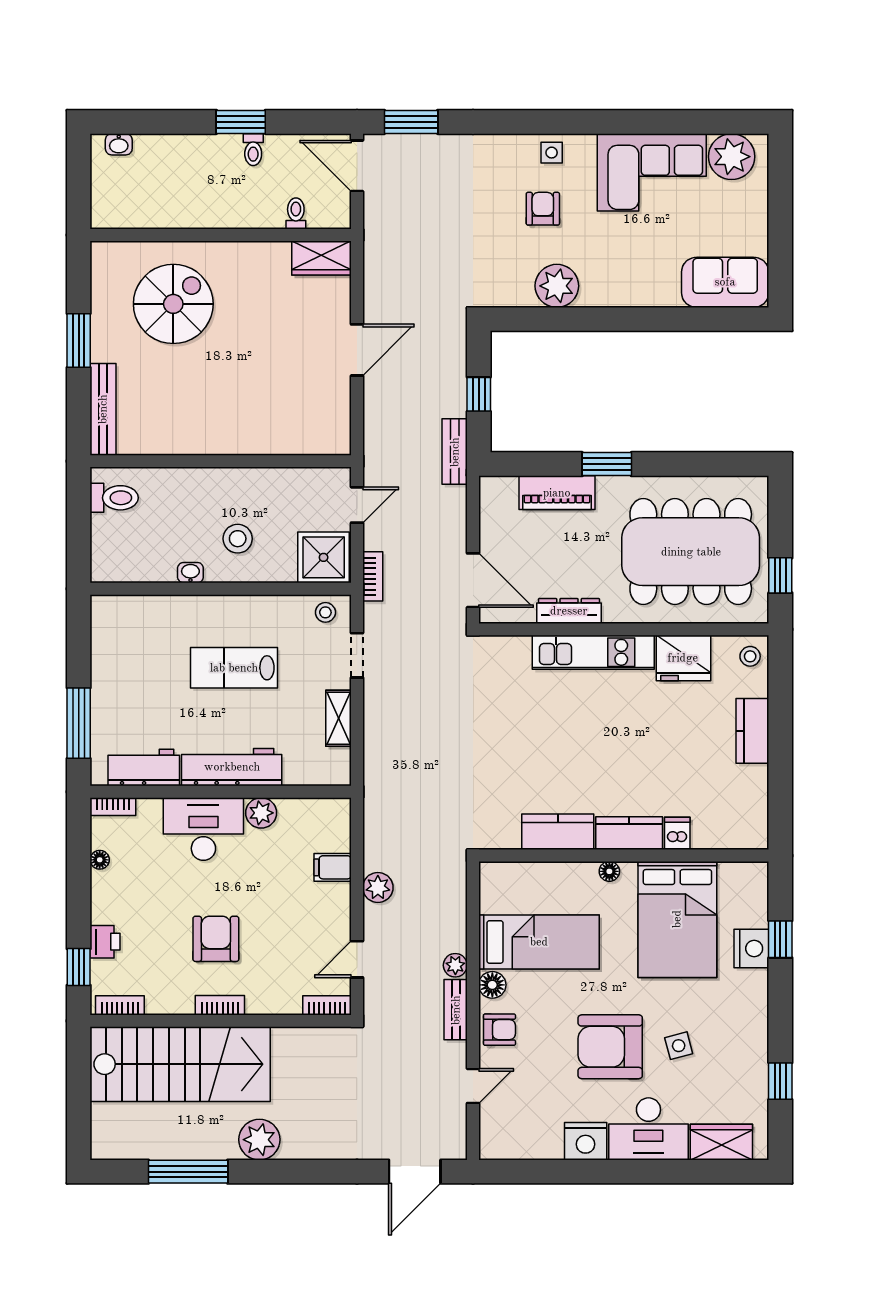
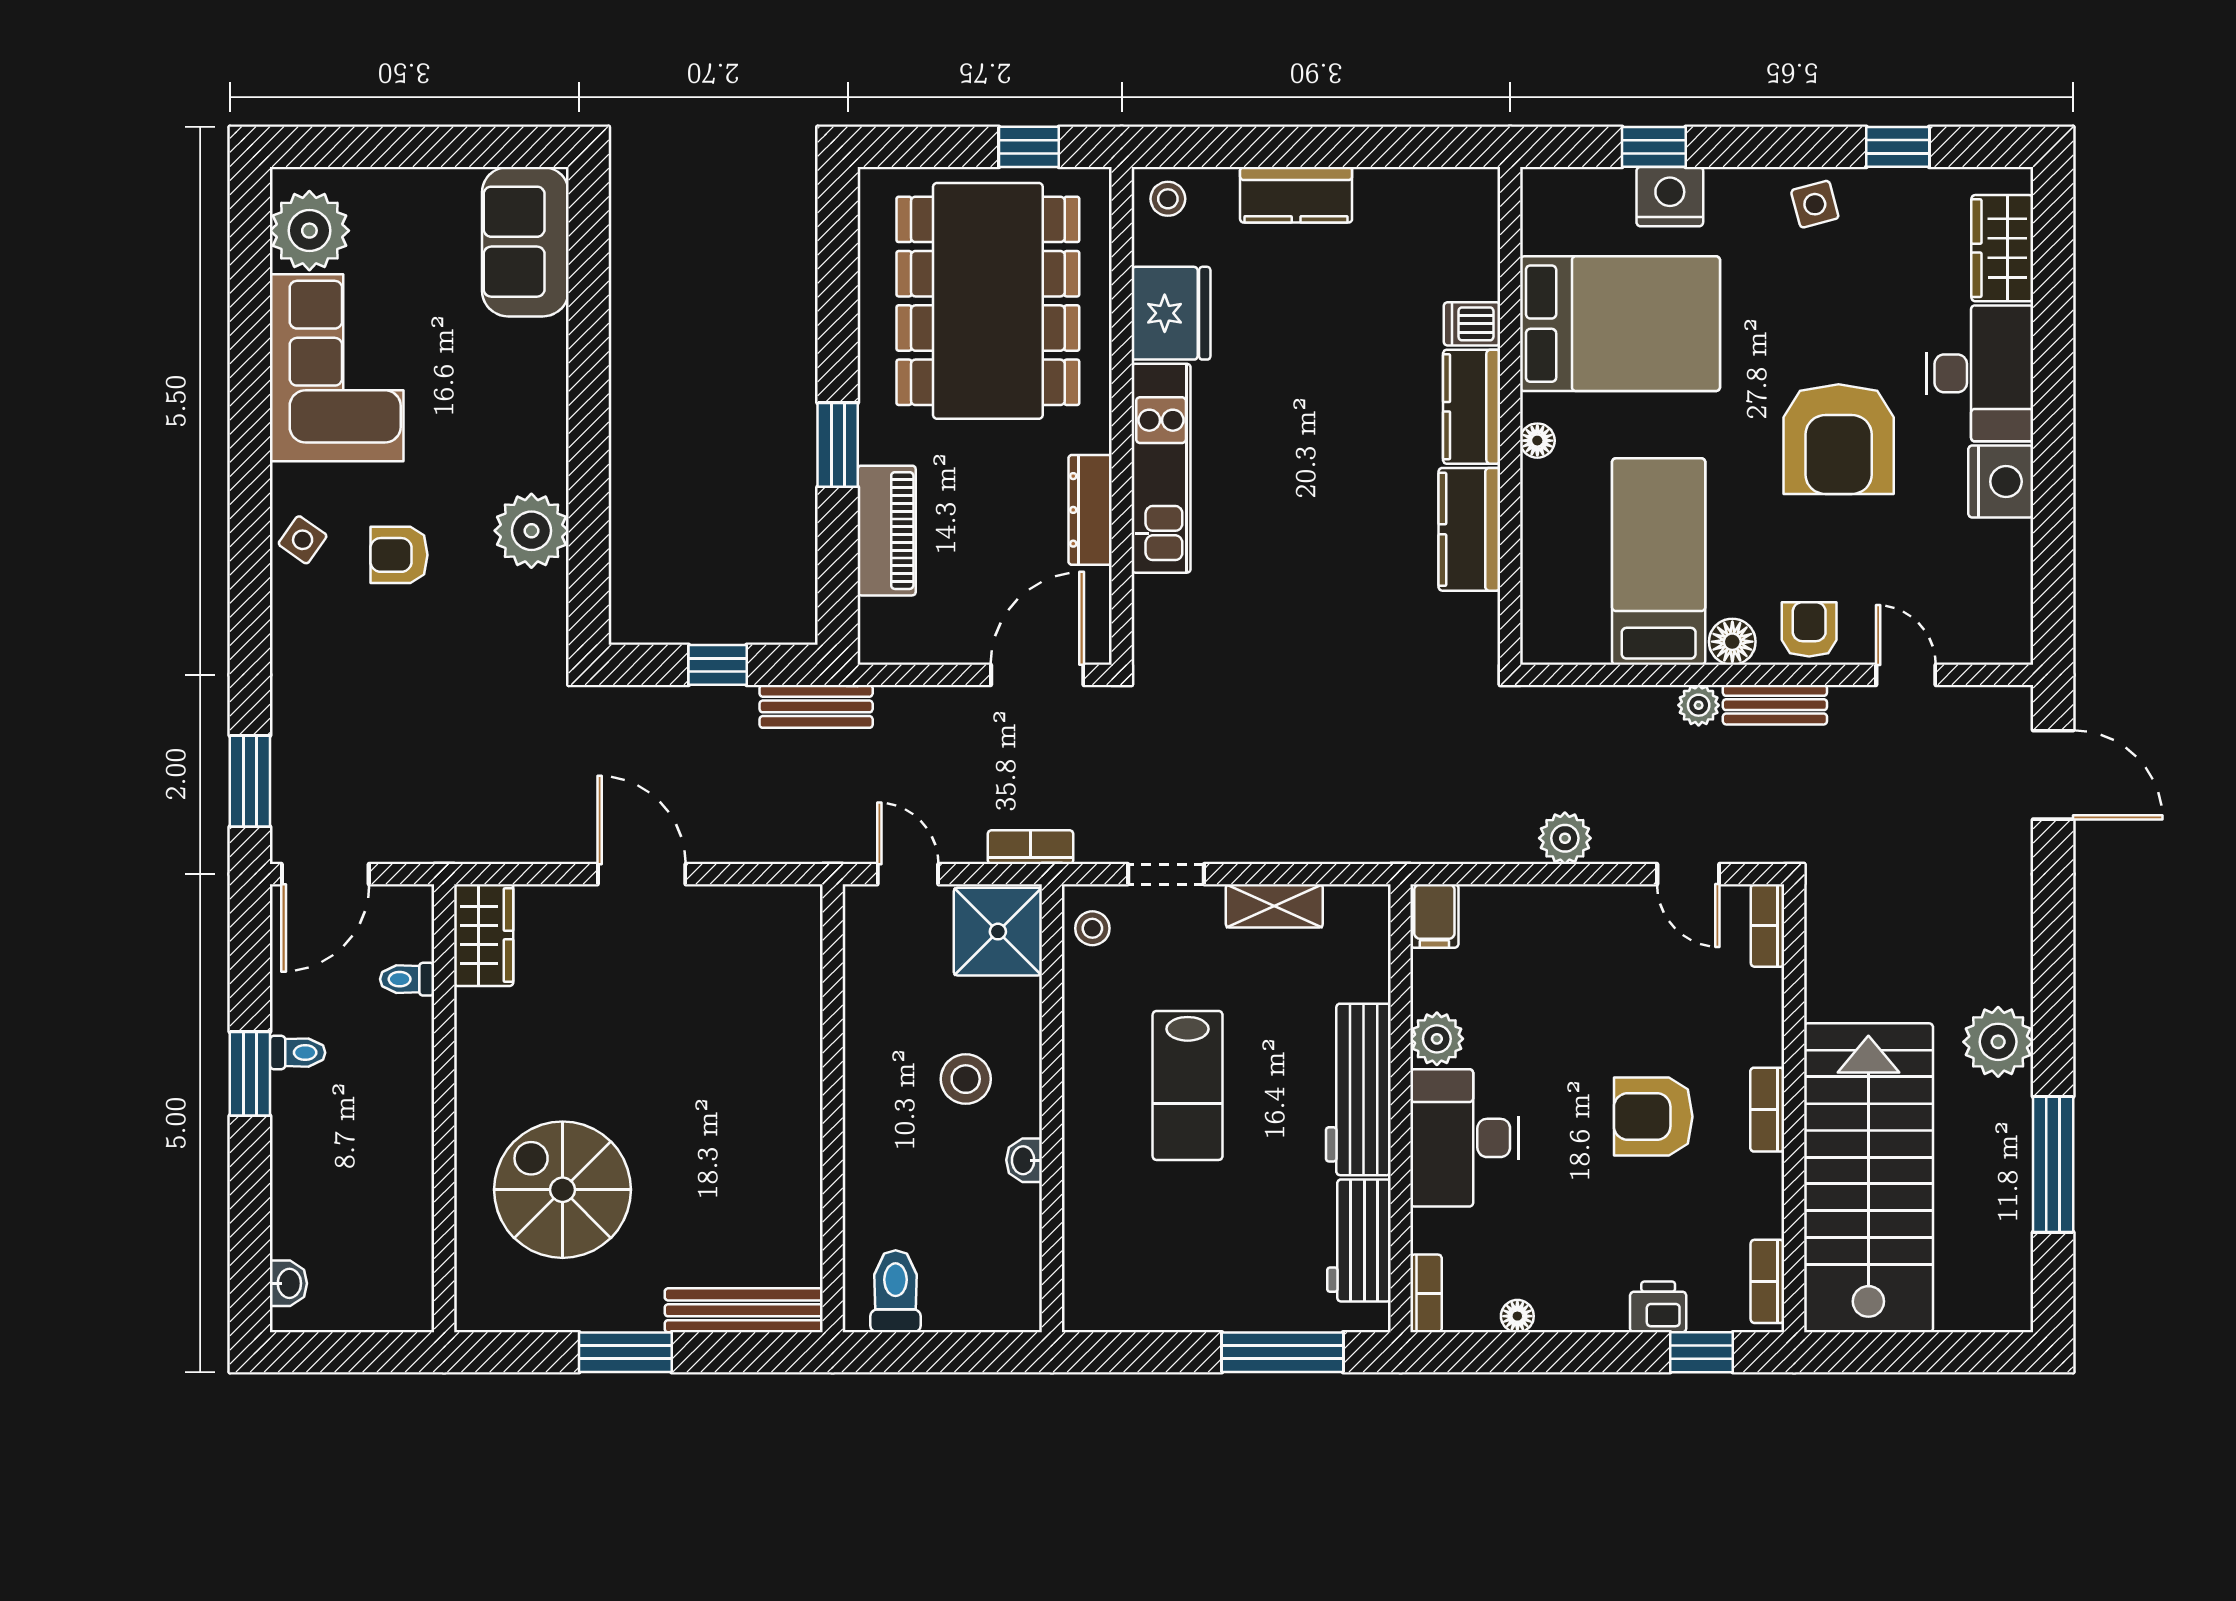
side table: (552, 153) -> (303, 540), turned 35
filing cabinet: (333, 867) -> (1434, 916), moved
side table: (679, 1046) -> (1815, 204), moved

